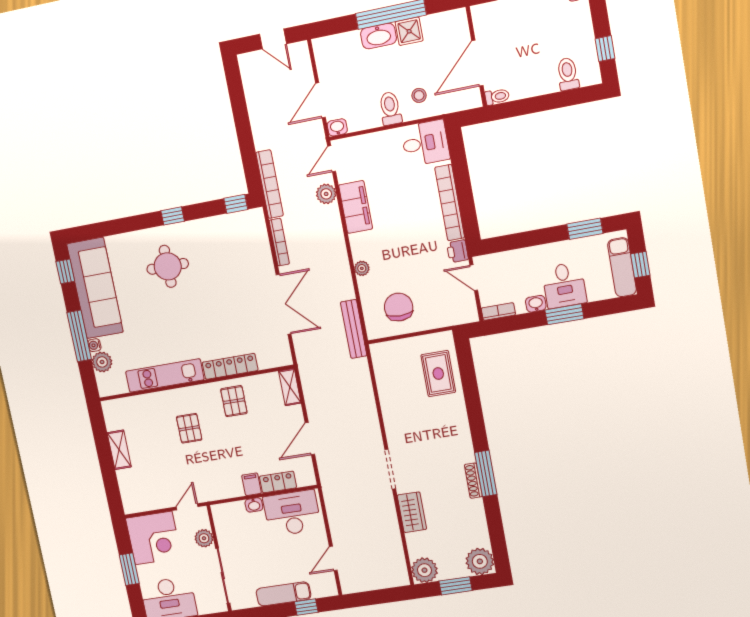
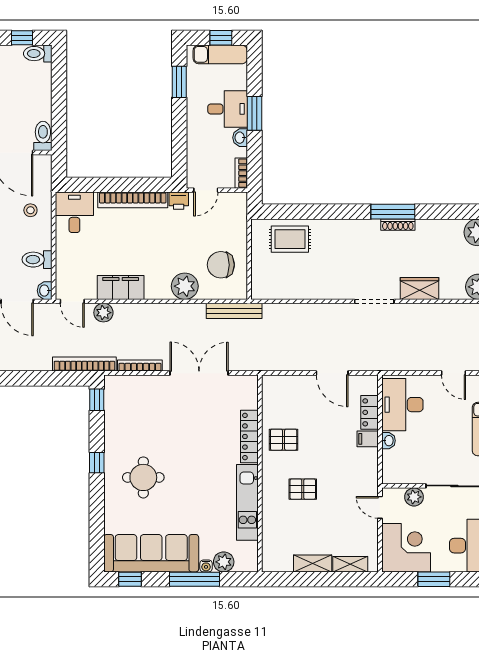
toilet: (568, 74) -> (38, 54), moved
toilet: (497, 97) -> (43, 136), width x1.37, depth x1.39
toilet: (390, 108) -> (37, 260), moved
plant: (362, 268) -> (185, 286), width x1.87, depth x1.87
shelving: (290, 387) -> (350, 564), moved

